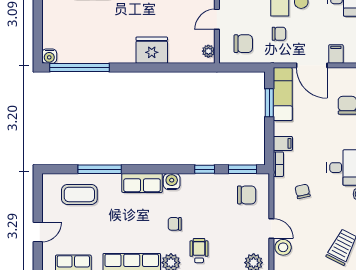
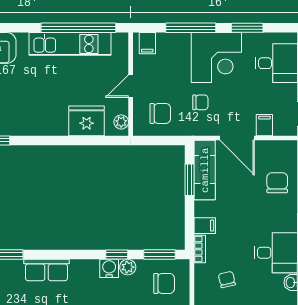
fridge: (152, 50) -> (87, 121), moved
plant: (214, 180) -> (128, 267), added
water cooler: (172, 181) -> (109, 268), moved

